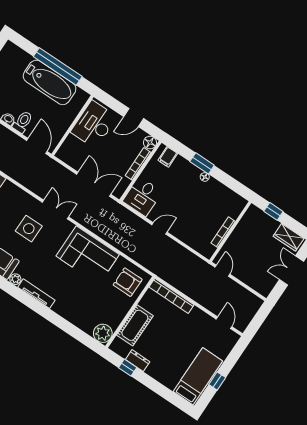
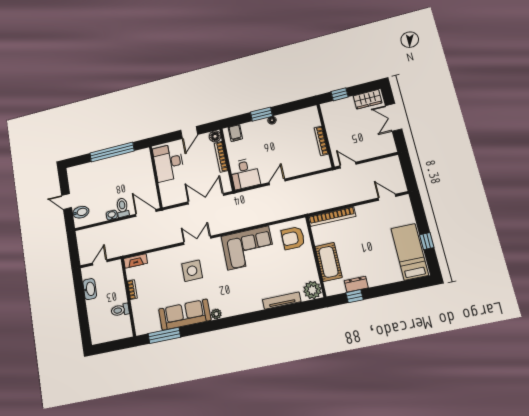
bathtub: (50, 82) -> (116, 167), removed
tv unit: (36, 294) -> (282, 301), moved

